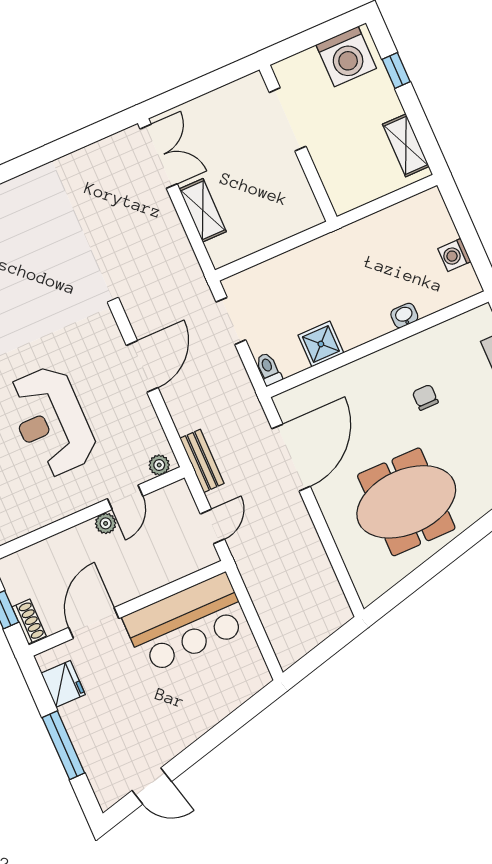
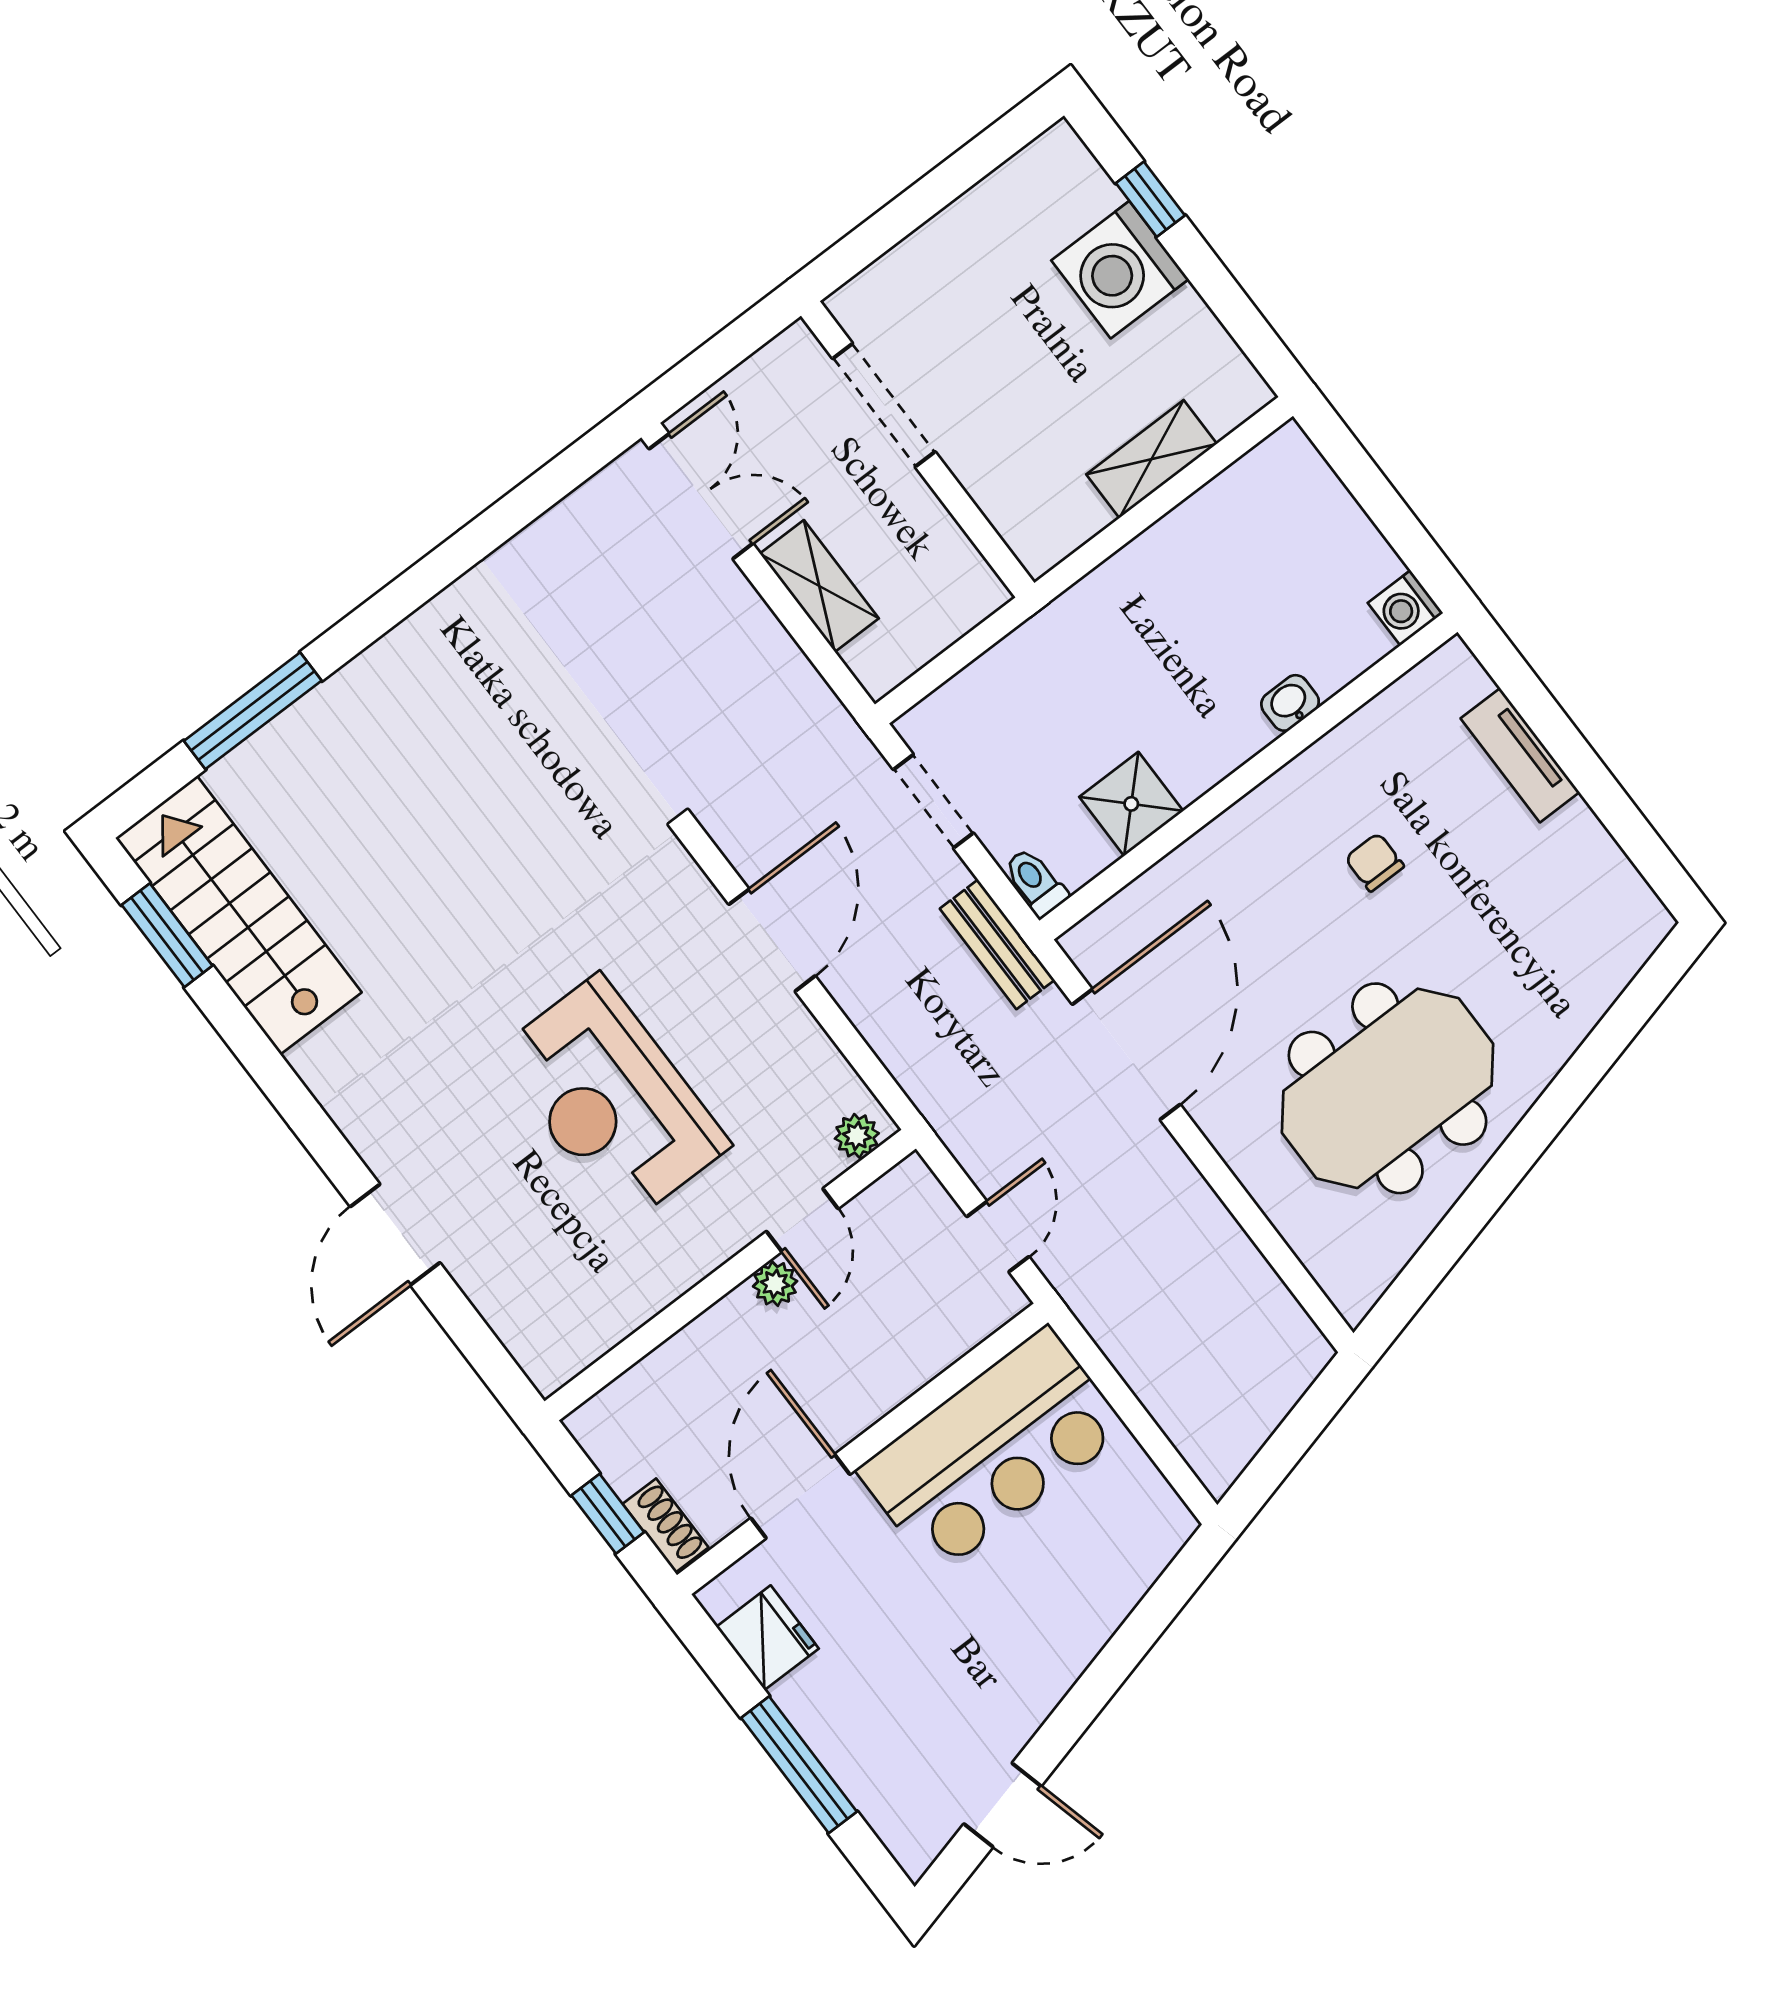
washing machine: (346, 57) -> (1120, 270), moved, turned 90
doorway: (288, 119) -> (884, 405), moved
wall: (298, 143) -> (918, 449), moved
shelving: (406, 145) -> (1152, 459), moved, turned 90
washing machine: (454, 255) -> (1405, 608), moved
bench: (202, 461) -> (997, 944), moved

